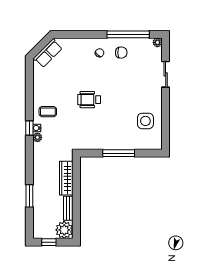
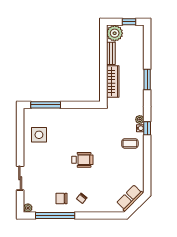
wheelchair: (89, 100) -> (82, 160), moved
window: (119, 153) -> (46, 105), moved
window: (29, 196) -> (147, 79), moved

